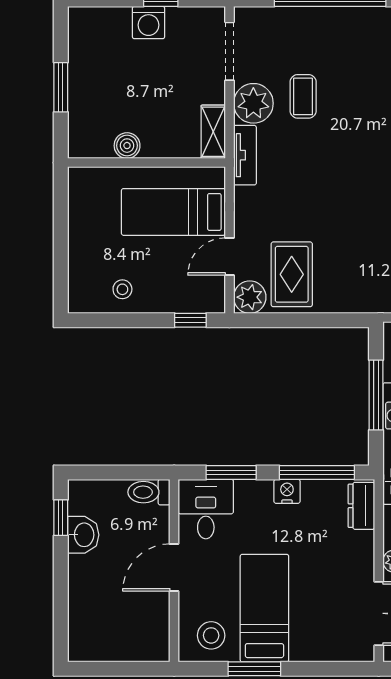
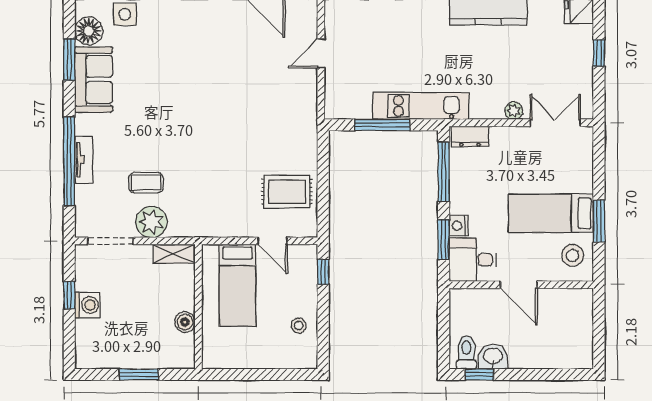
tv unit: (245, 155) -> (84, 160), moved, turned 90
plant: (250, 297) -> (305, 225), removed
nightstand: (287, 491) -> (459, 226), moved
toilet: (149, 492) -> (466, 352), moved, turned 180

